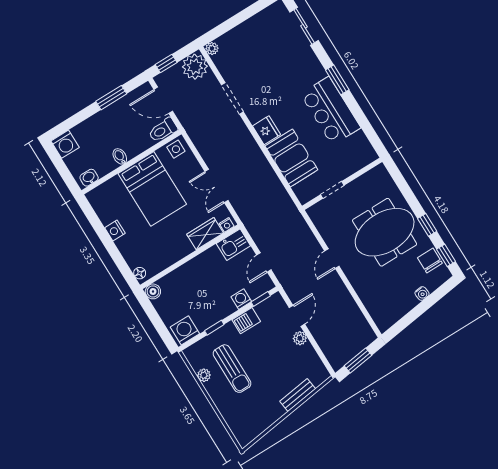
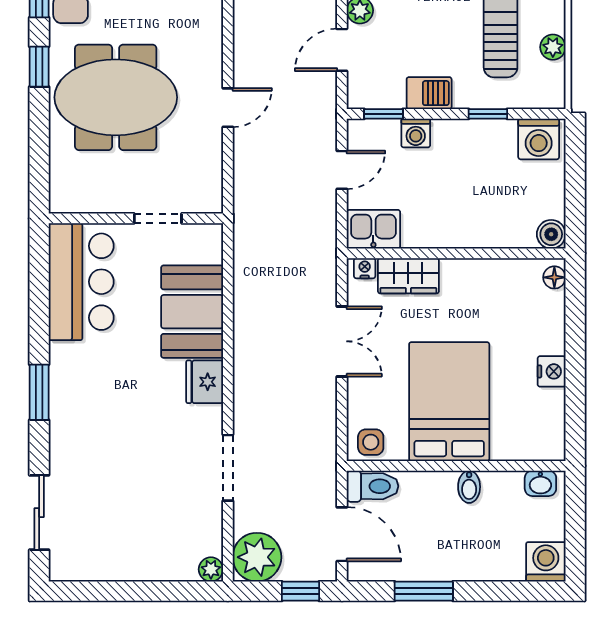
bar counter: (331, 111) -> (81, 282), moved

